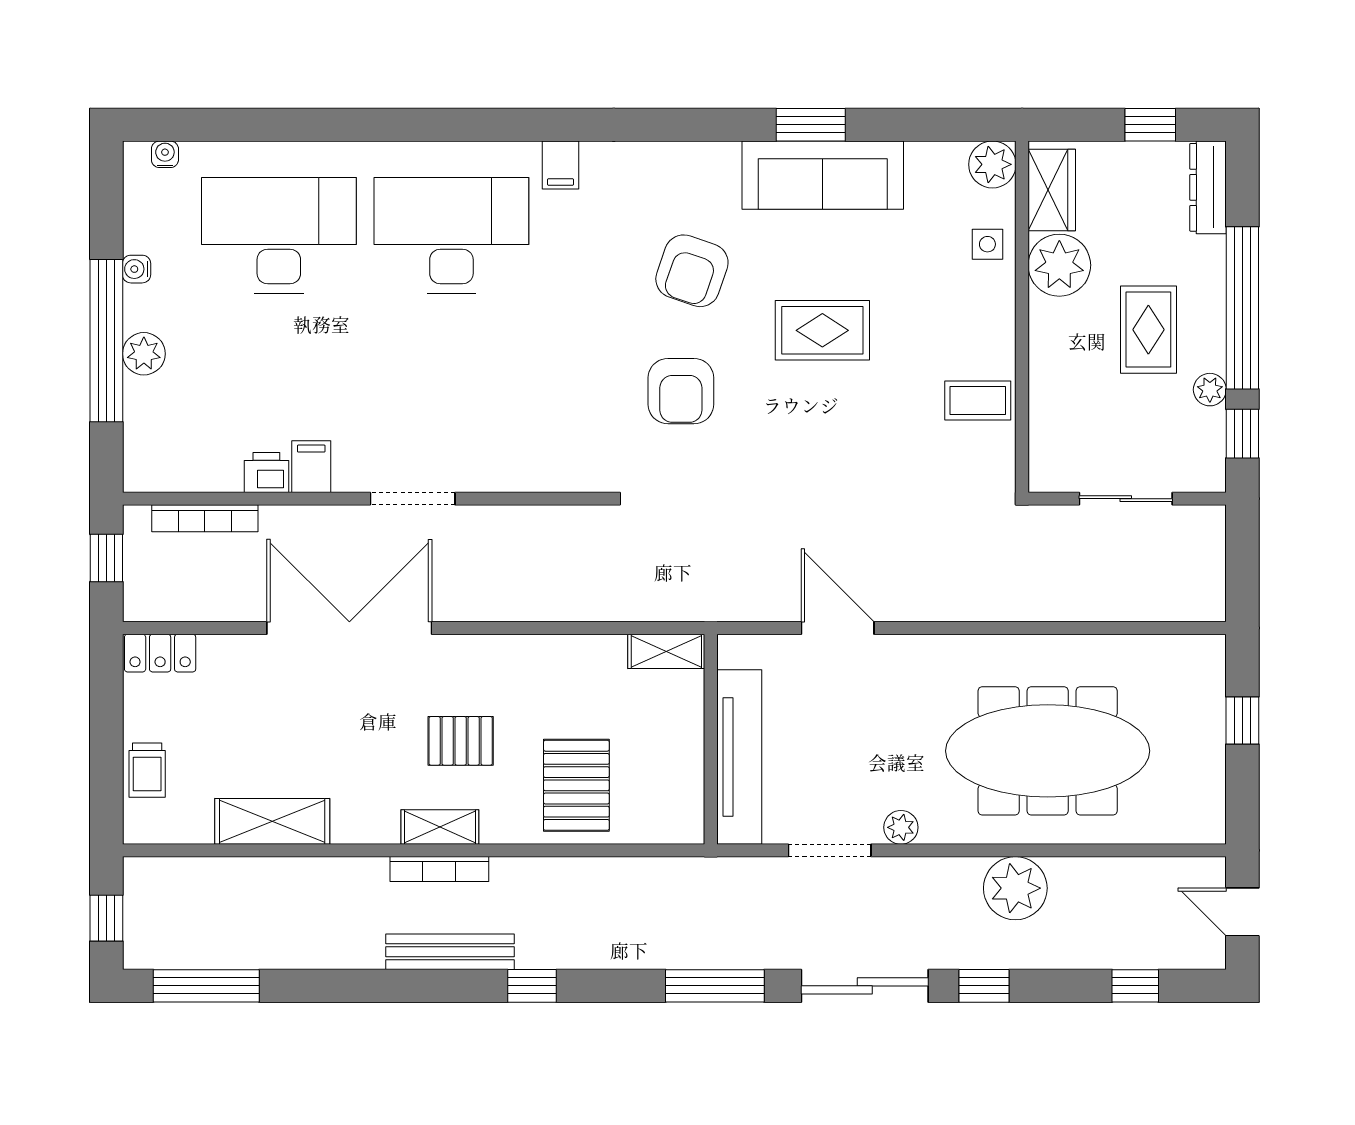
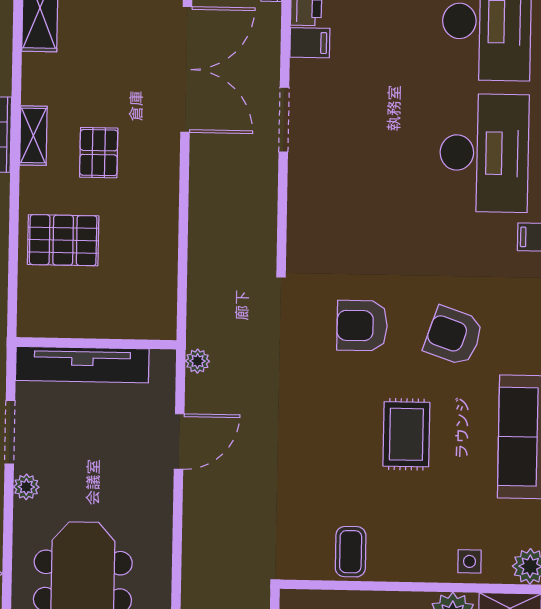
plant: (732, 606) -> (198, 361), added
shelving: (666, 651) -> (164, 311), removed

